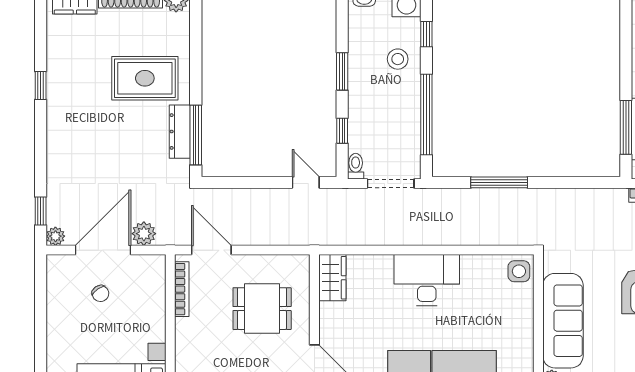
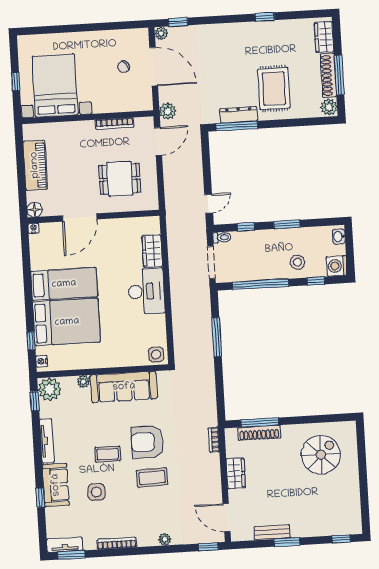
plant: (144, 234) -> (168, 111), moved
wardrobe: (332, 278) -> (152, 251), moved, turned 90
bookcase: (182, 289) -> (114, 124), moved
dining table: (262, 309) -> (120, 179), turned 90

